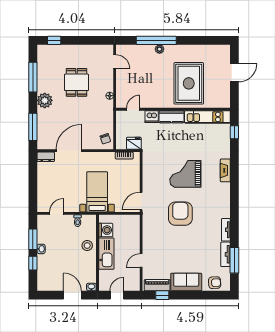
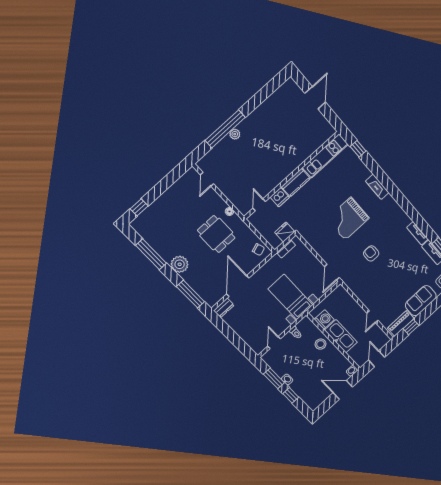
door: (115, 62) -> (207, 179), swing flipped
dining table: (76, 82) -> (216, 234), moved
rug: (189, 83) -> (285, 141), removed
armchair: (180, 214) -> (371, 253), width x0.53, depth x0.53

